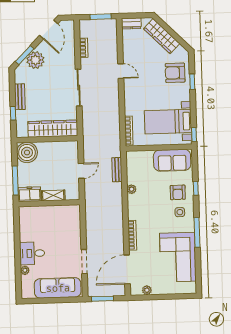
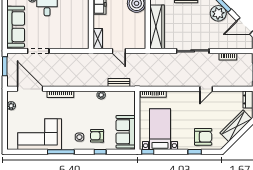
armchair: (175, 73) -> (203, 137), turned 90
shelving: (53, 195) -> (98, 39), moved

